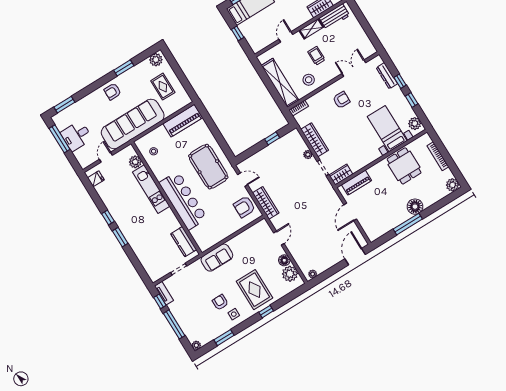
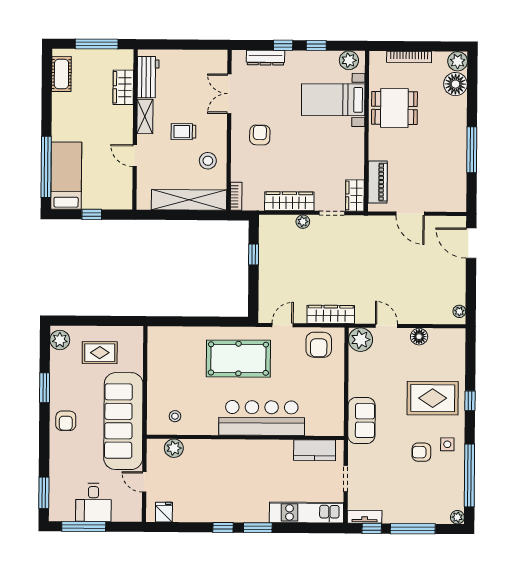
piano: (183, 121) -> (159, 354), removed
kitchen unit: (151, 189) -> (306, 513), moved, turned 180
floor lamp: (415, 207) -> (455, 84), moved
plant: (290, 274) -> (361, 340), moved
window: (224, 338) -> (469, 475), width x2.11

